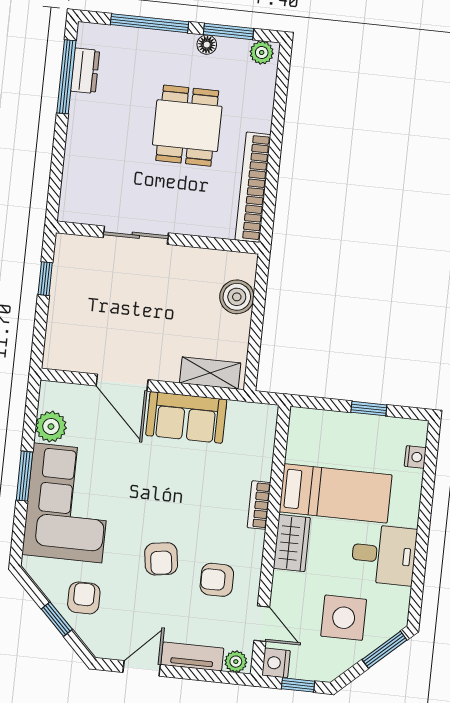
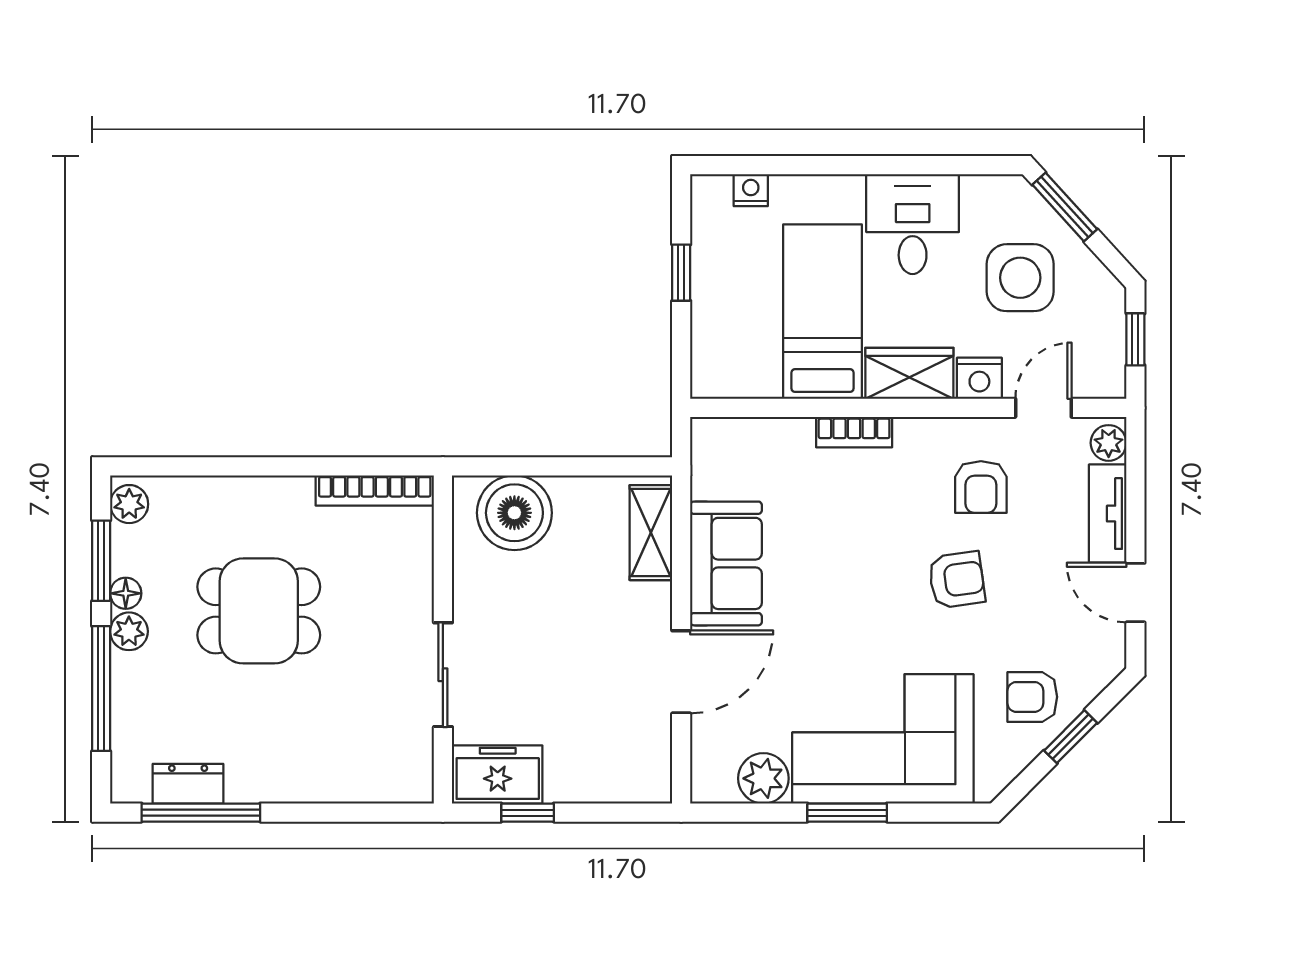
plant: (183, 44) -> (129, 631), added
bookcase: (253, 187) -> (375, 490), width x0.68, depth x0.76
freezer: (71, 263) -> (498, 775), added
boiler: (237, 297) -> (514, 513), width x1.37, depth x1.37
nightstand: (276, 663) -> (979, 378), moved

